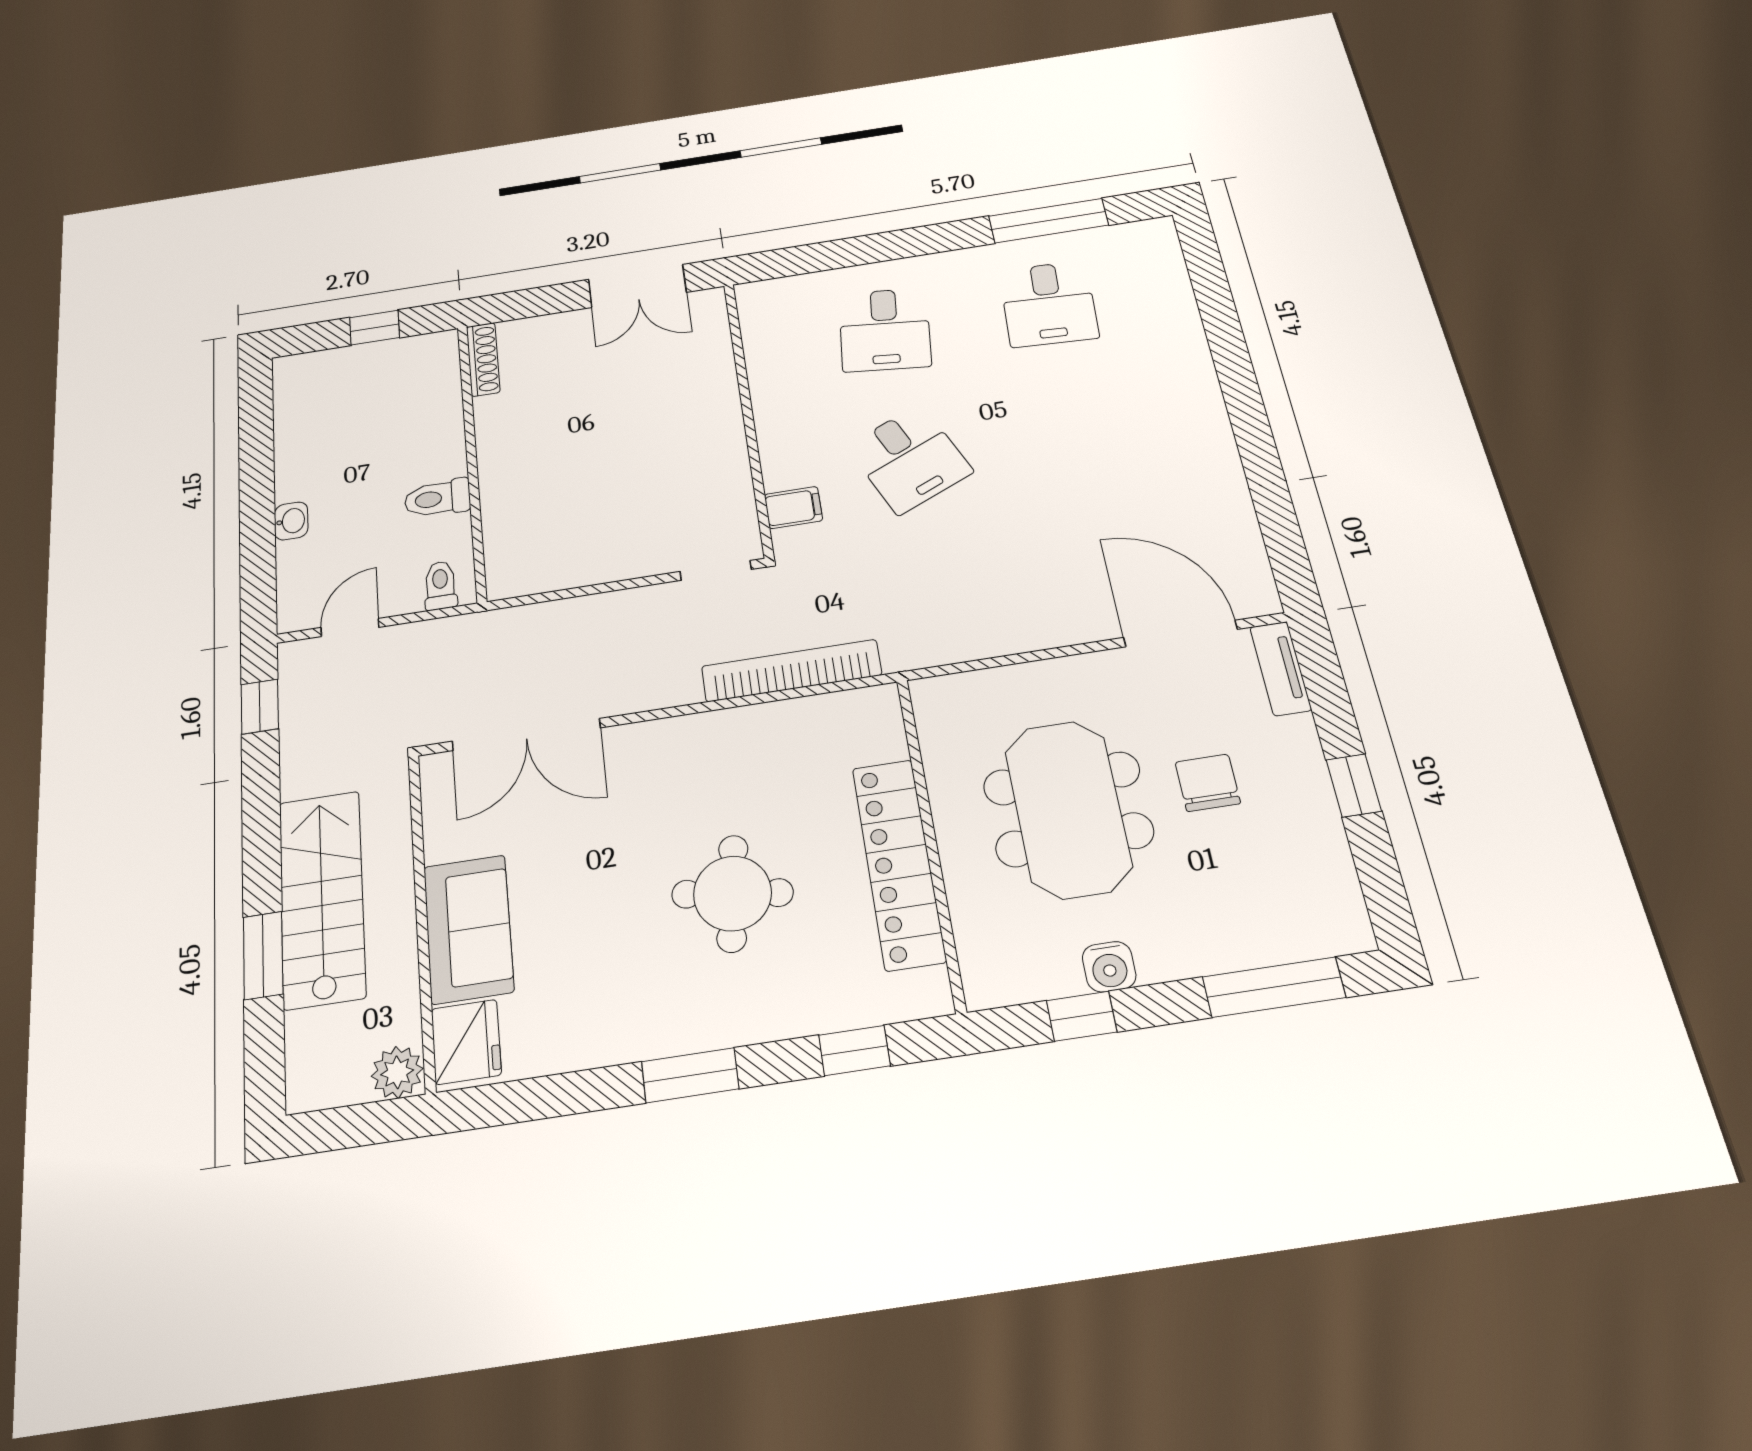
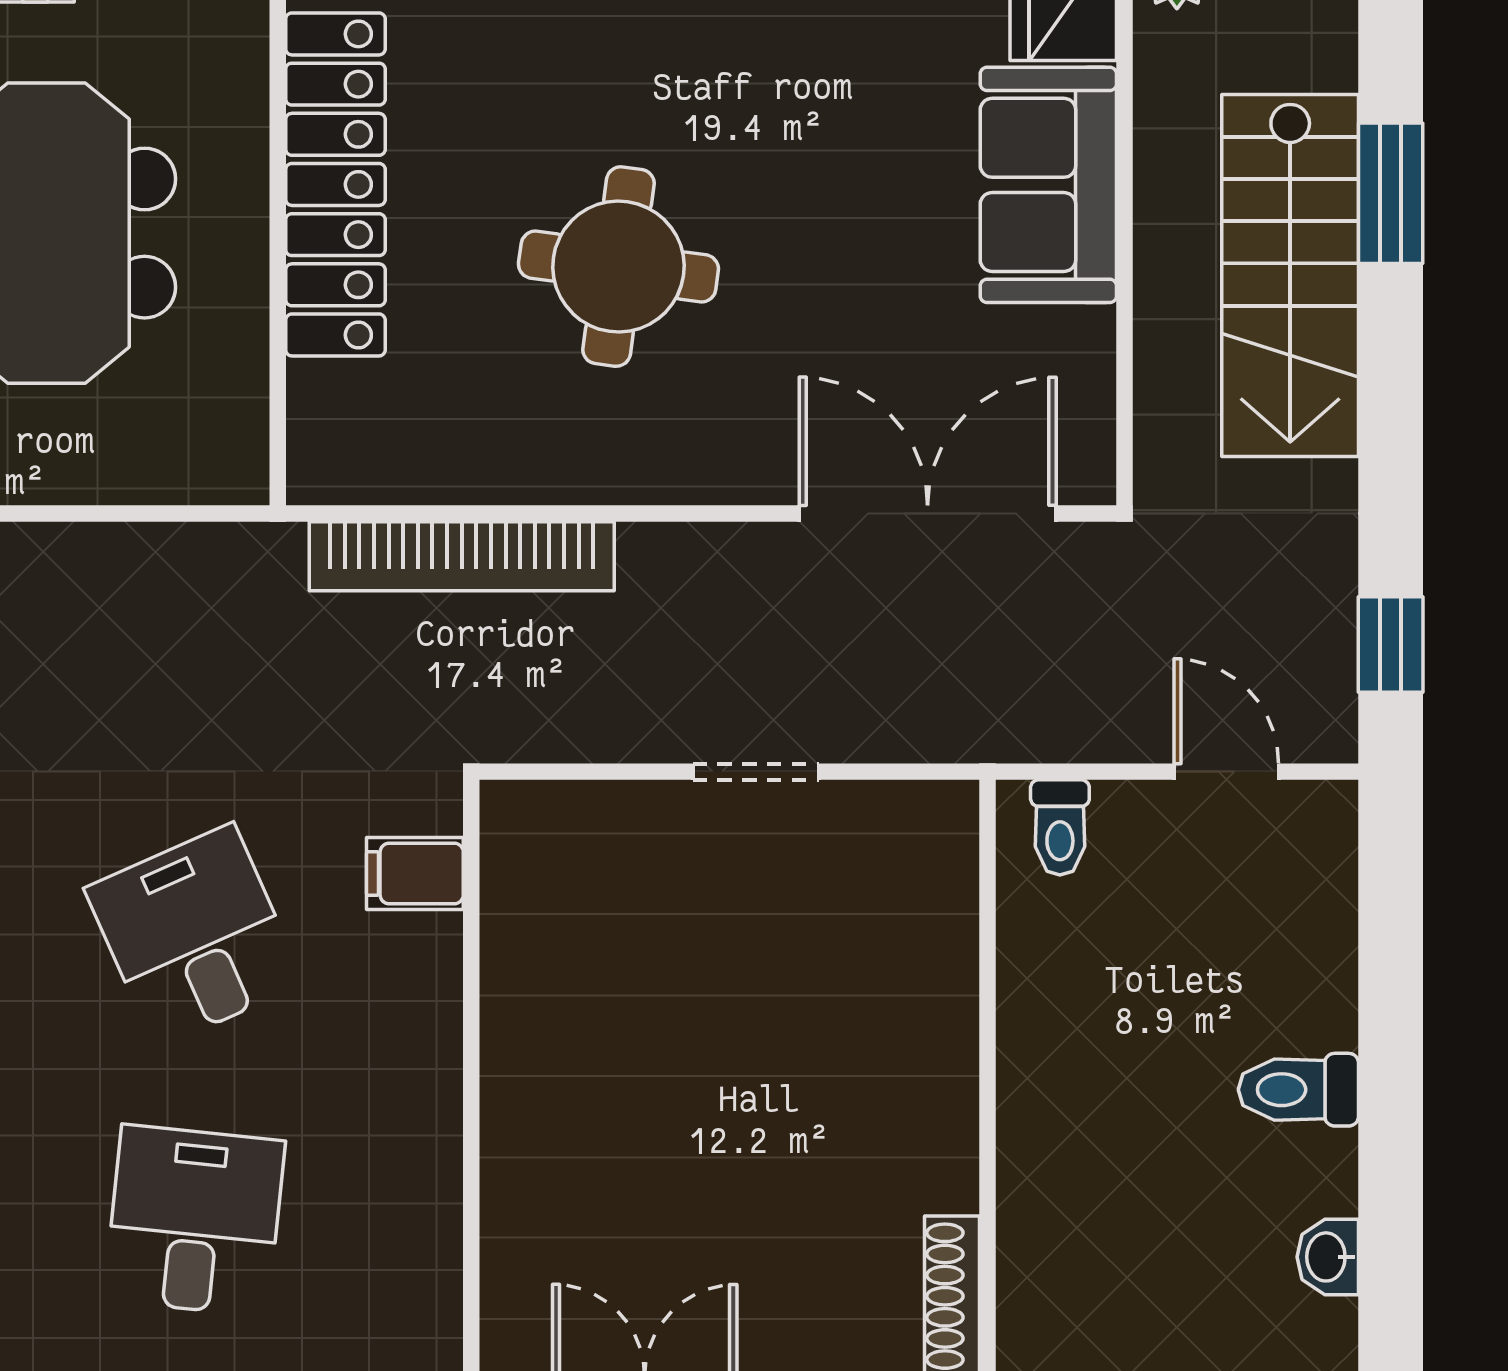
toilet: (437, 498) -> (1298, 1090), moved, turned 180
washbasin: (291, 521) -> (1328, 1257), moved
doorway: (716, 570) -> (756, 772), moved
door: (350, 627) -> (1226, 772), swing flipped
round table: (732, 893) -> (618, 267), moved

